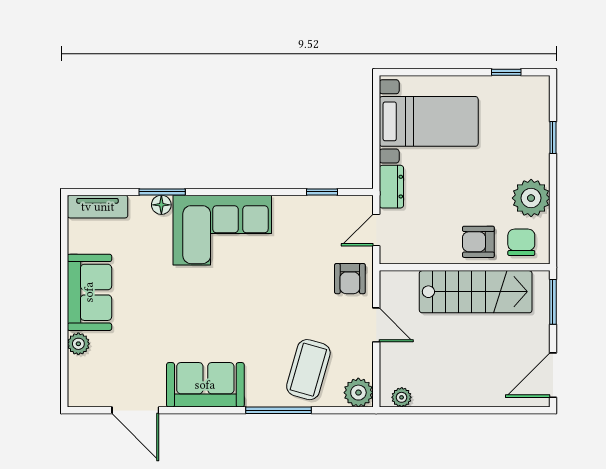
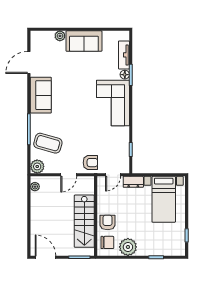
tv unit: (98, 207) -> (124, 55), moved
door: (376, 230) -> (113, 175), swing flipped
armchair: (350, 279) -> (90, 163), turned 180

